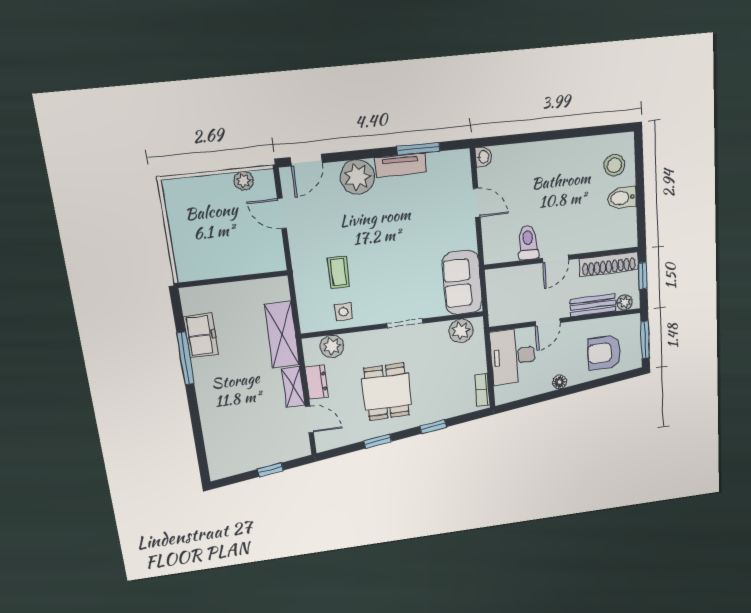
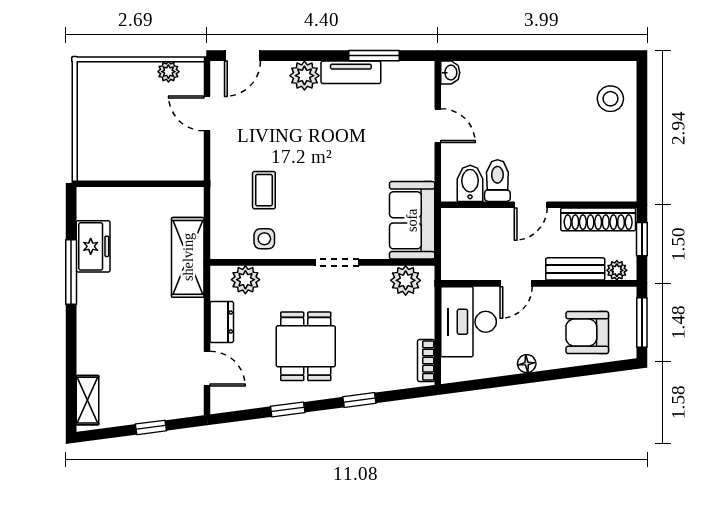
plant: (357, 177) -> (304, 76), width x0.73, depth x0.73
bidet: (622, 198) -> (470, 183), moved, turned 90
shelving: (293, 387) -> (87, 400), moved

